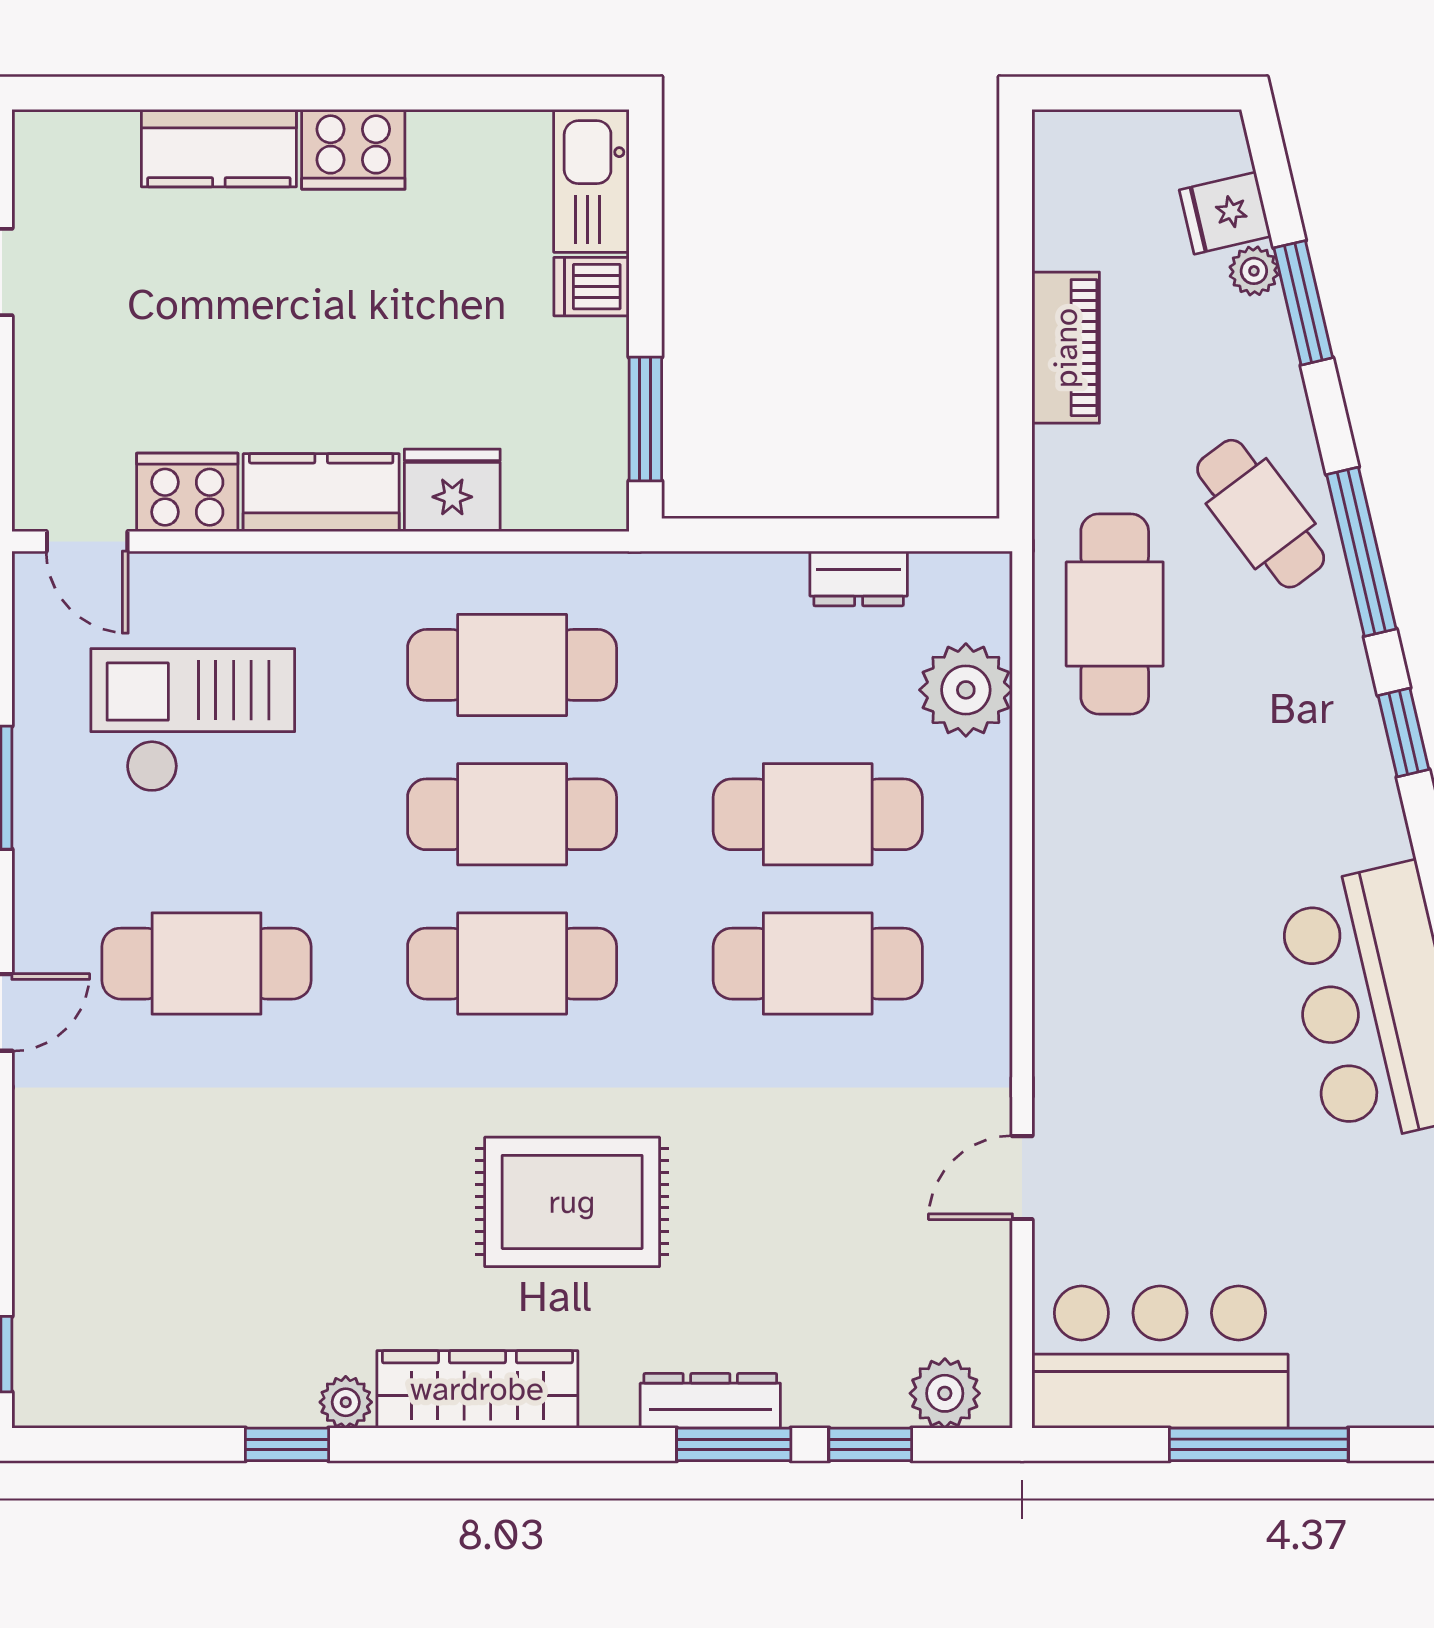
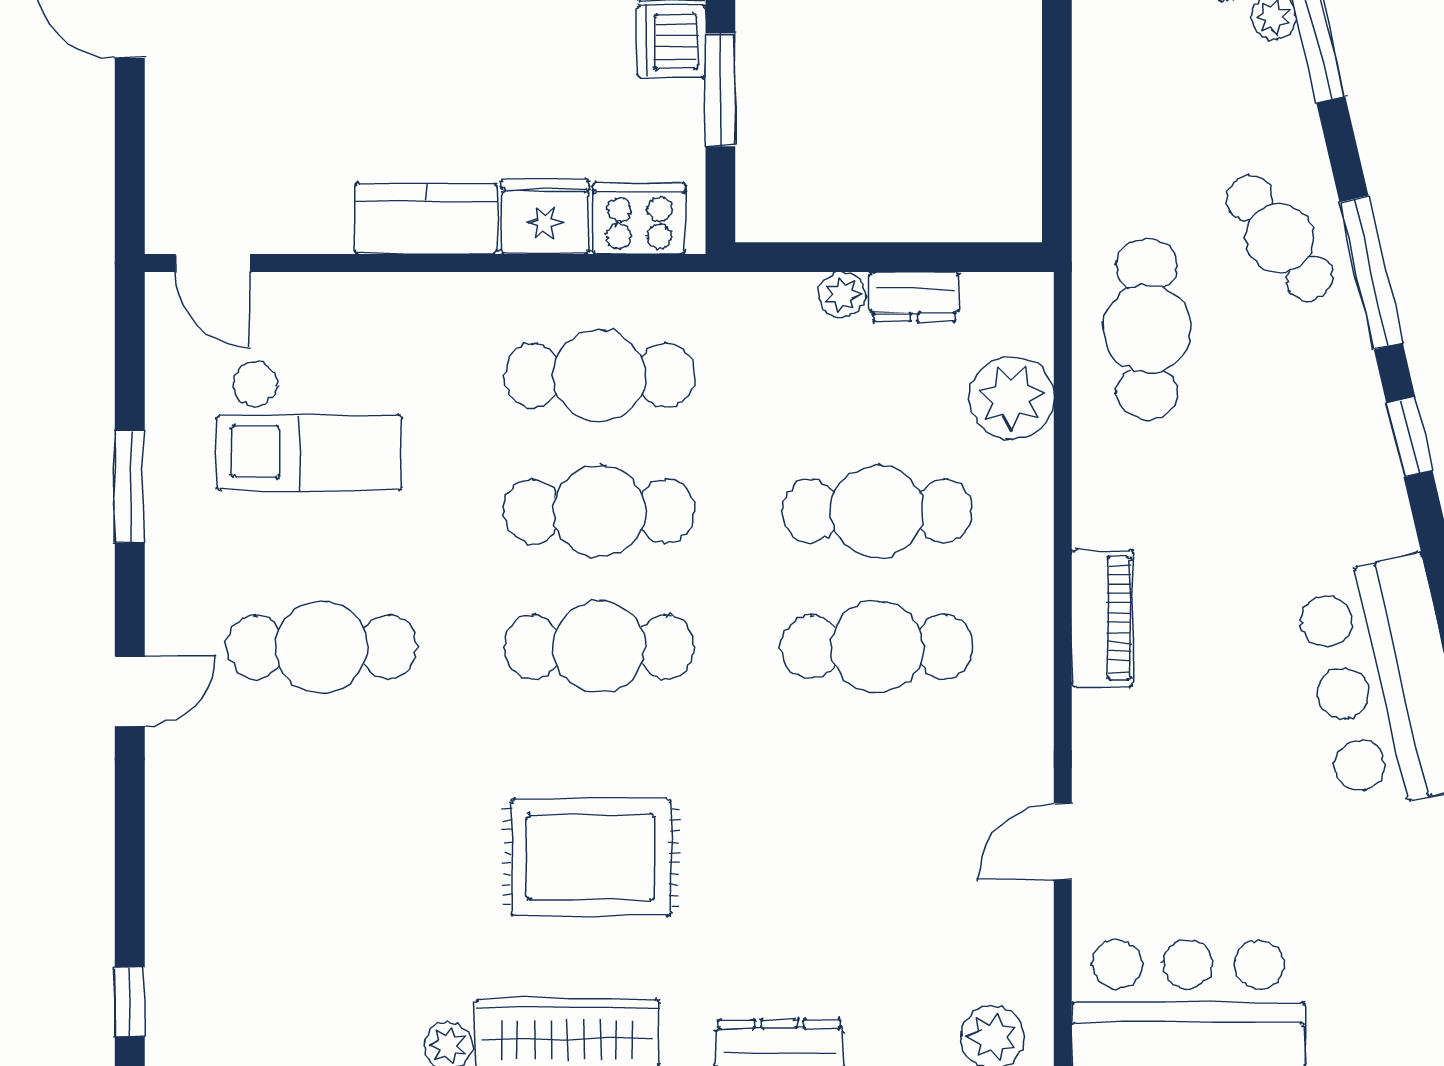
dishwasher: (591, 287) -> (671, 42), width x1.38
piano: (1066, 348) -> (1102, 618), moved
window: (645, 419) -> (720, 90), moved
cooker: (187, 492) -> (639, 219), moved
plant: (779, 576) -> (842, 295), added
checkout: (193, 720) -> (309, 426), turned 180
rug: (572, 1202) -> (591, 857), moved

